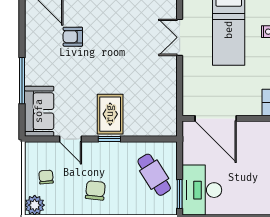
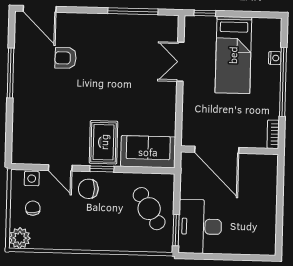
window: (22, 81) -> (11, 73), moved
sofa: (39, 111) -> (148, 152), moved, turned -90
side table: (44, 150) -> (32, 179), added
chair: (95, 190) -> (88, 189), moved, turned -96

